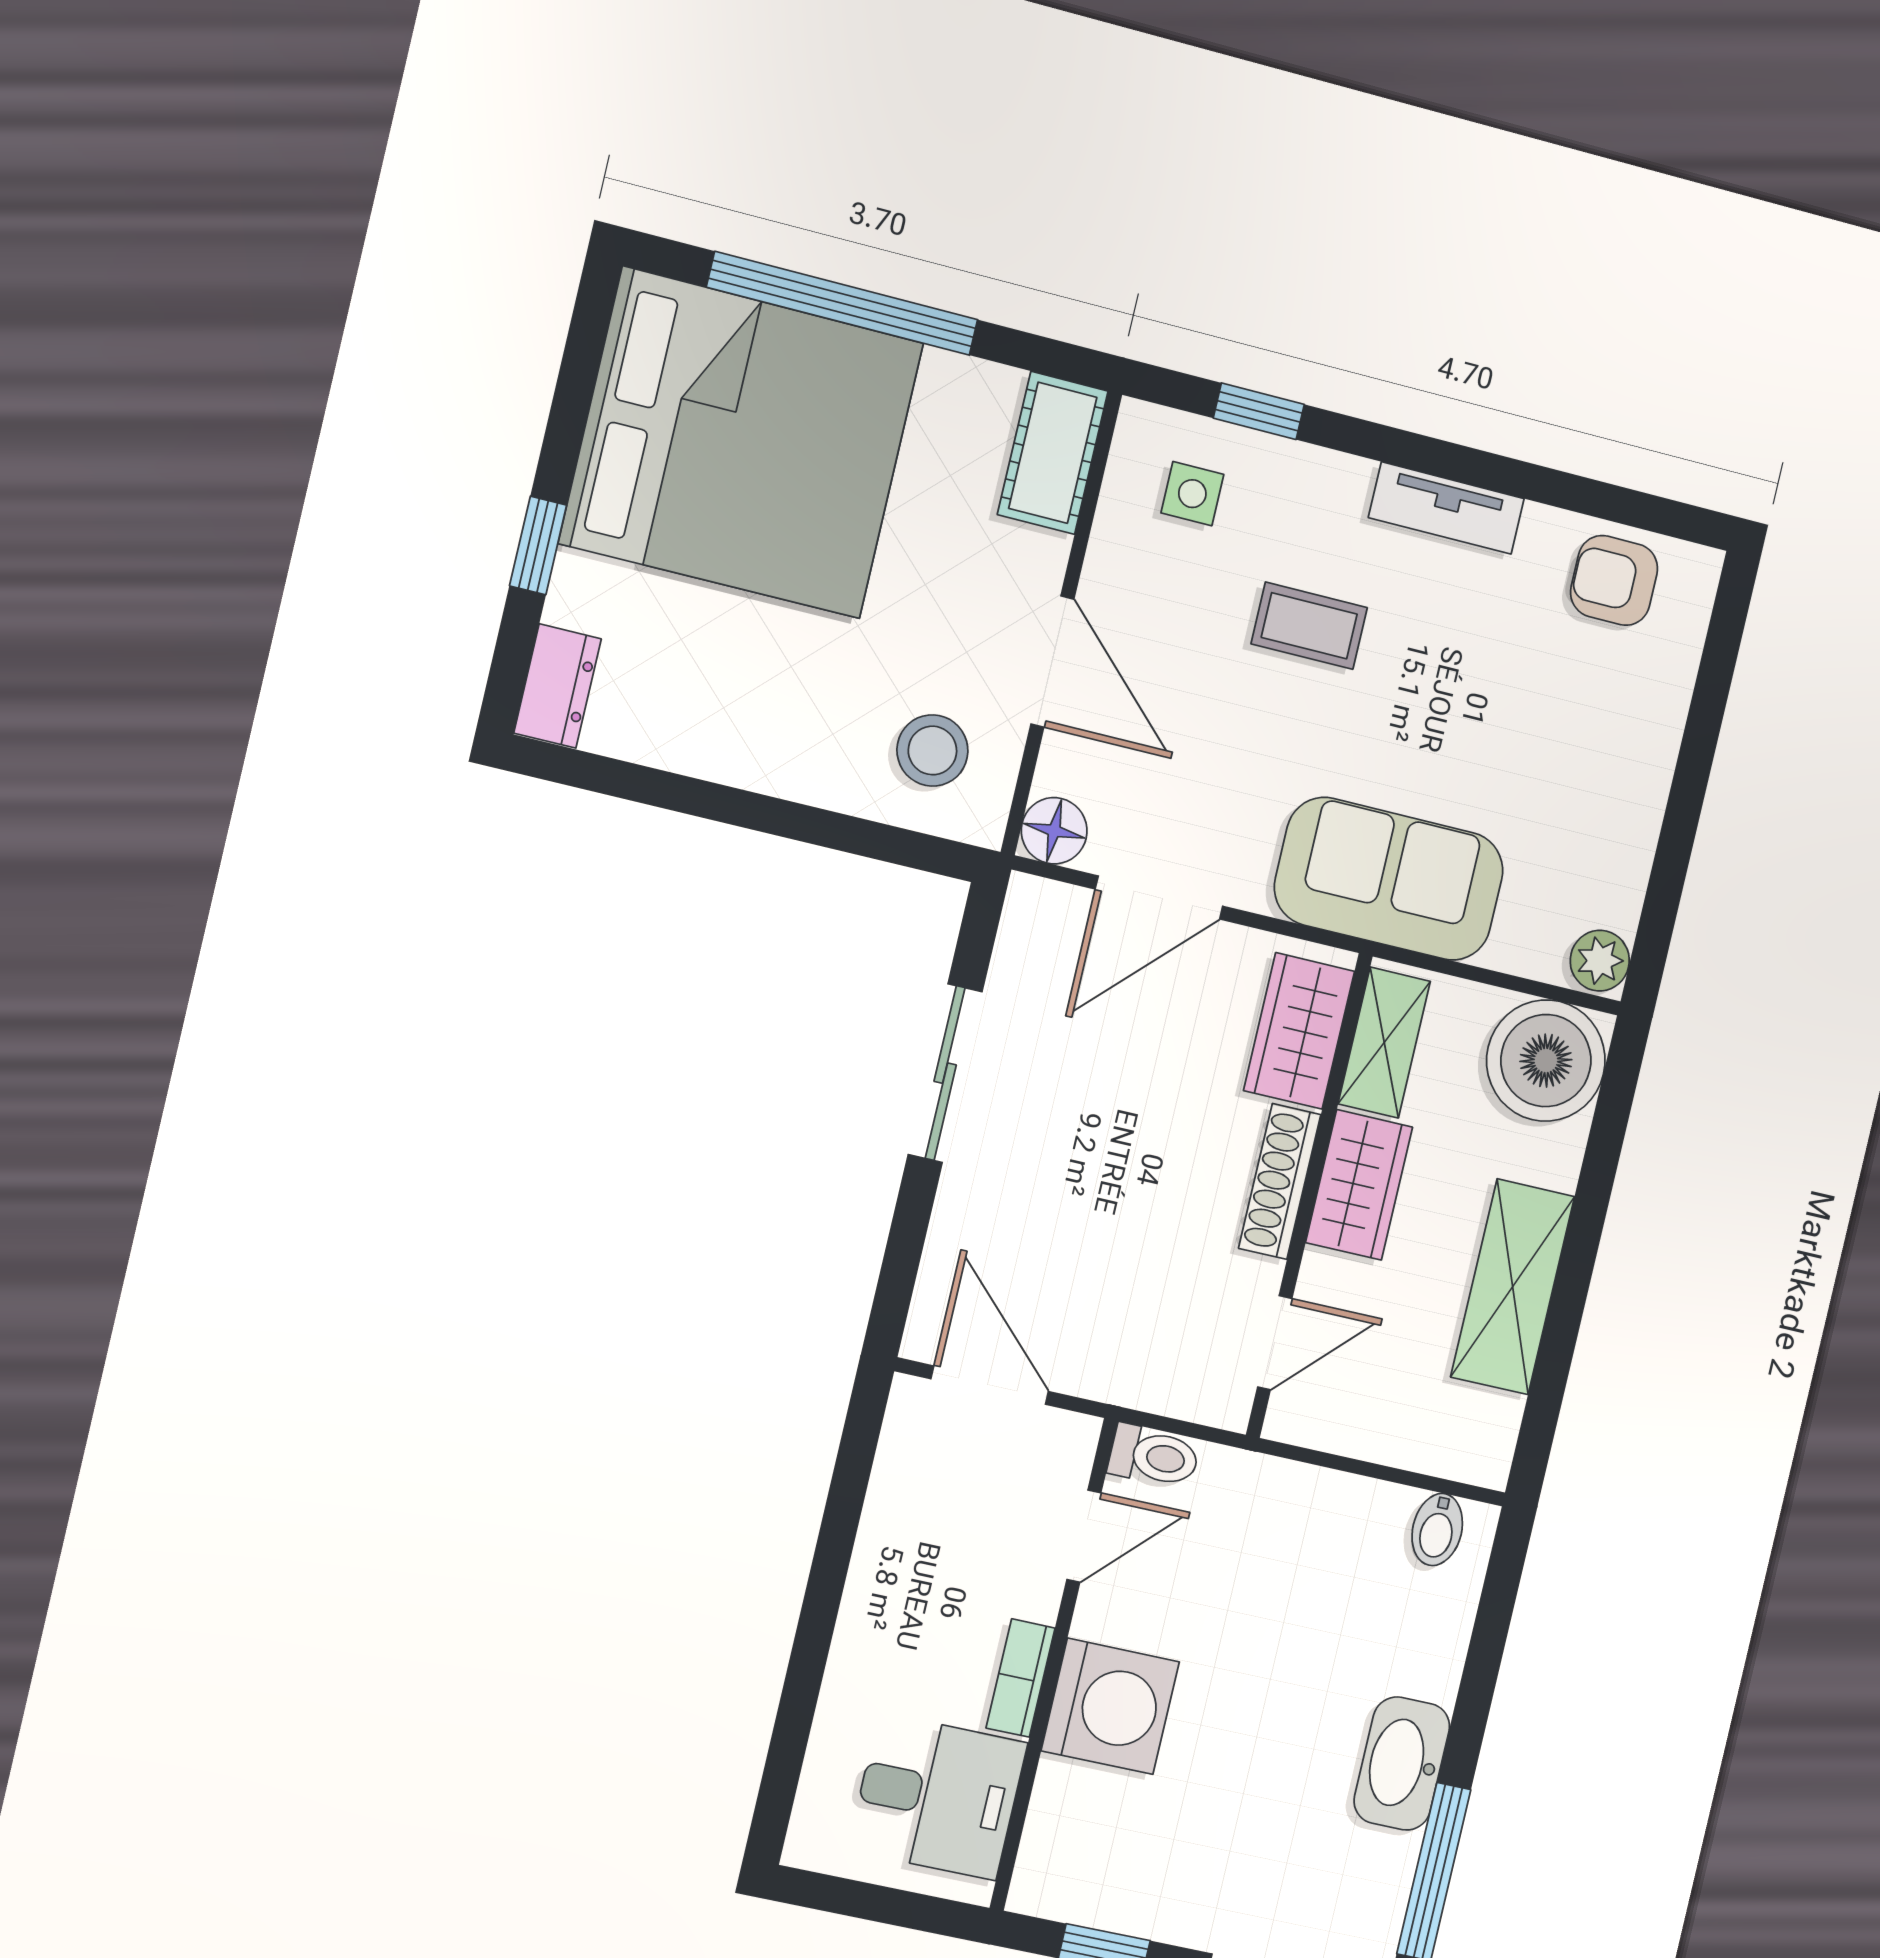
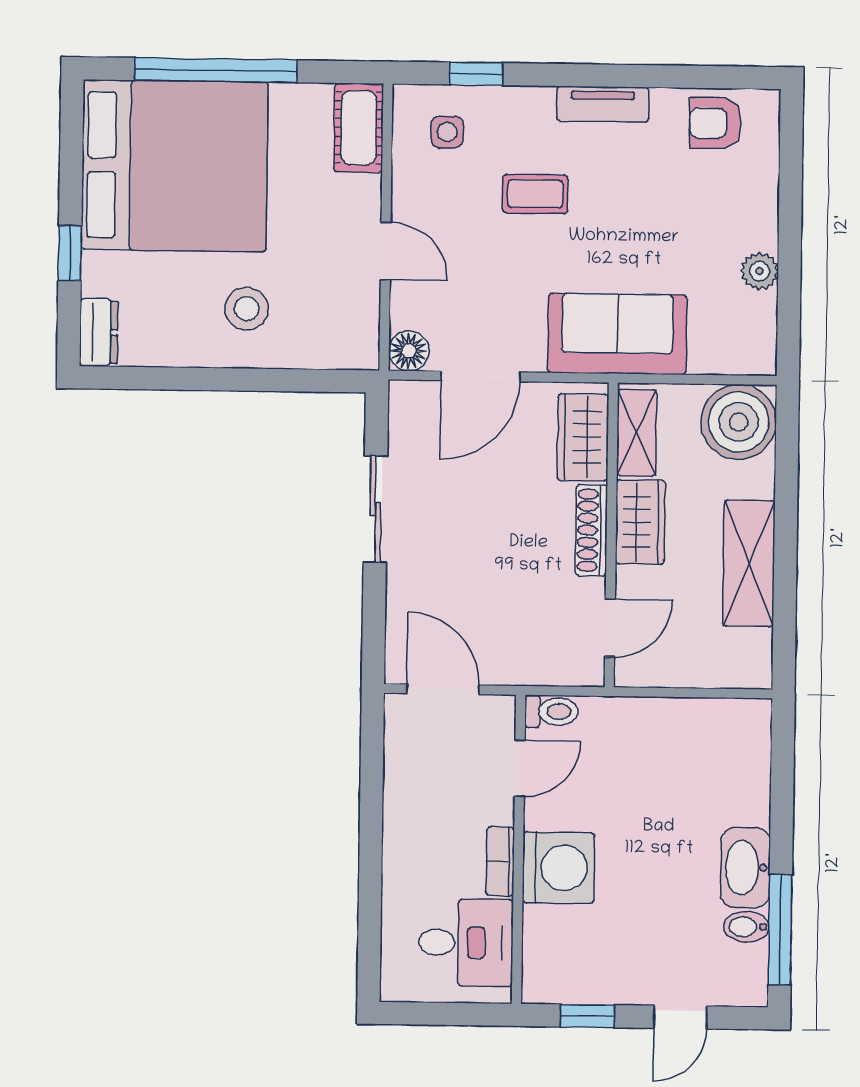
door: (1052, 662) -> (386, 251), width x0.73
stool: (932, 750) -> (247, 309), moved
plant: (1600, 961) -> (760, 271), moved
bidet: (1437, 1530) -> (746, 927), moved, turned 90

